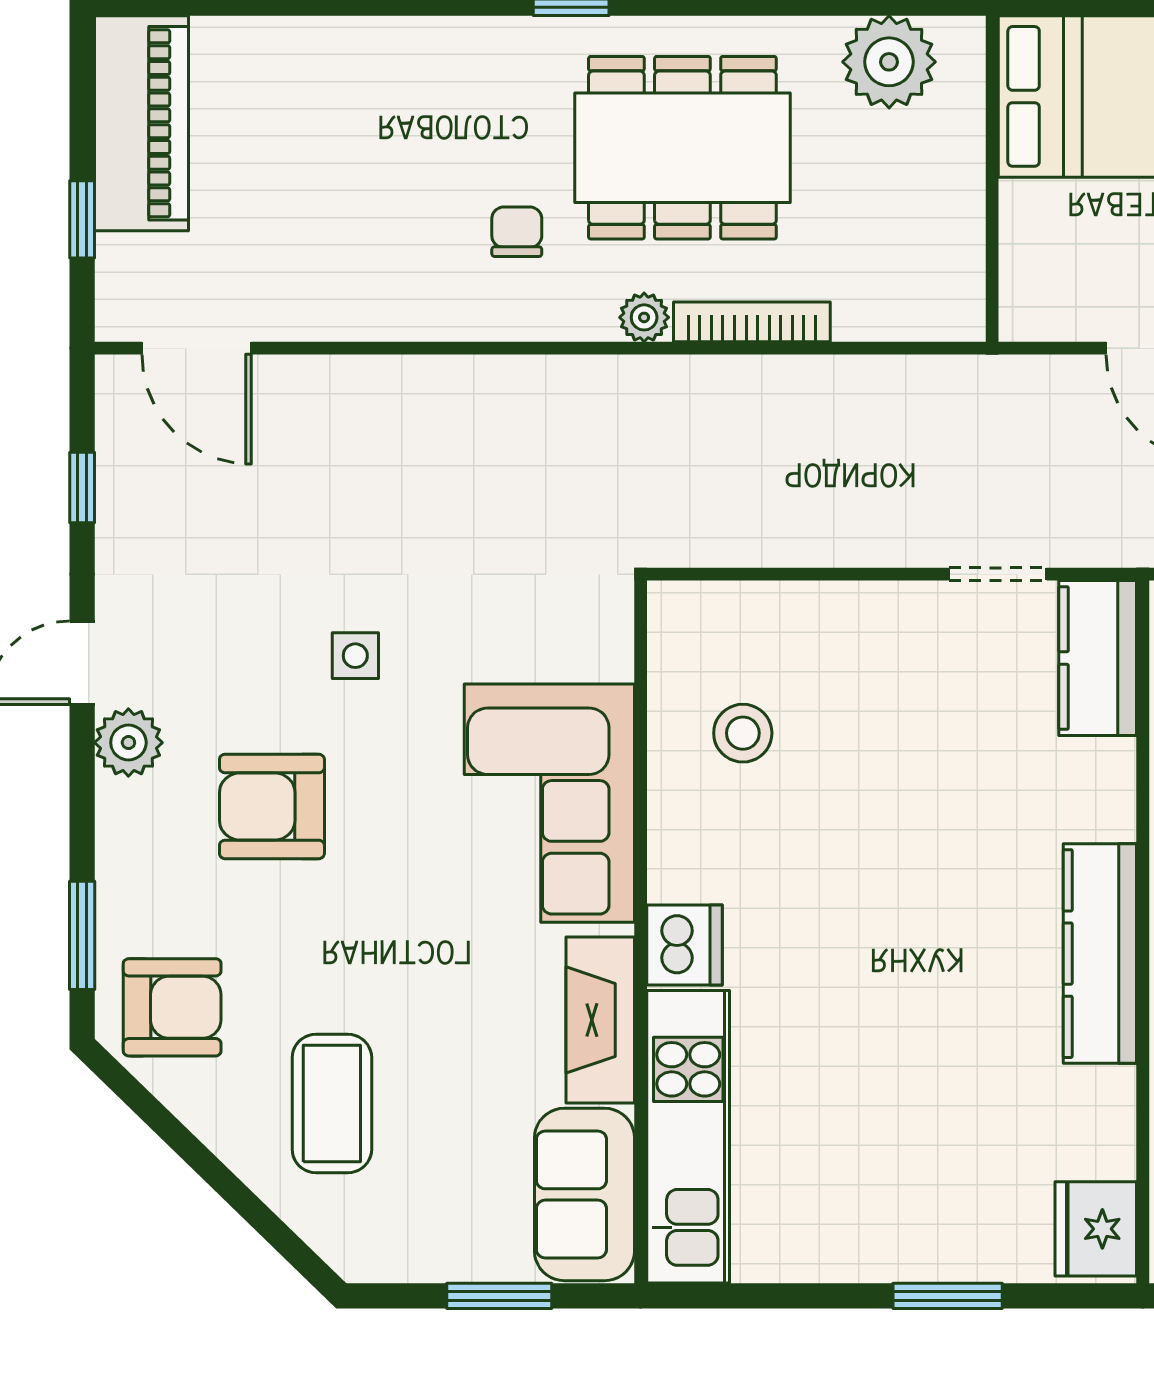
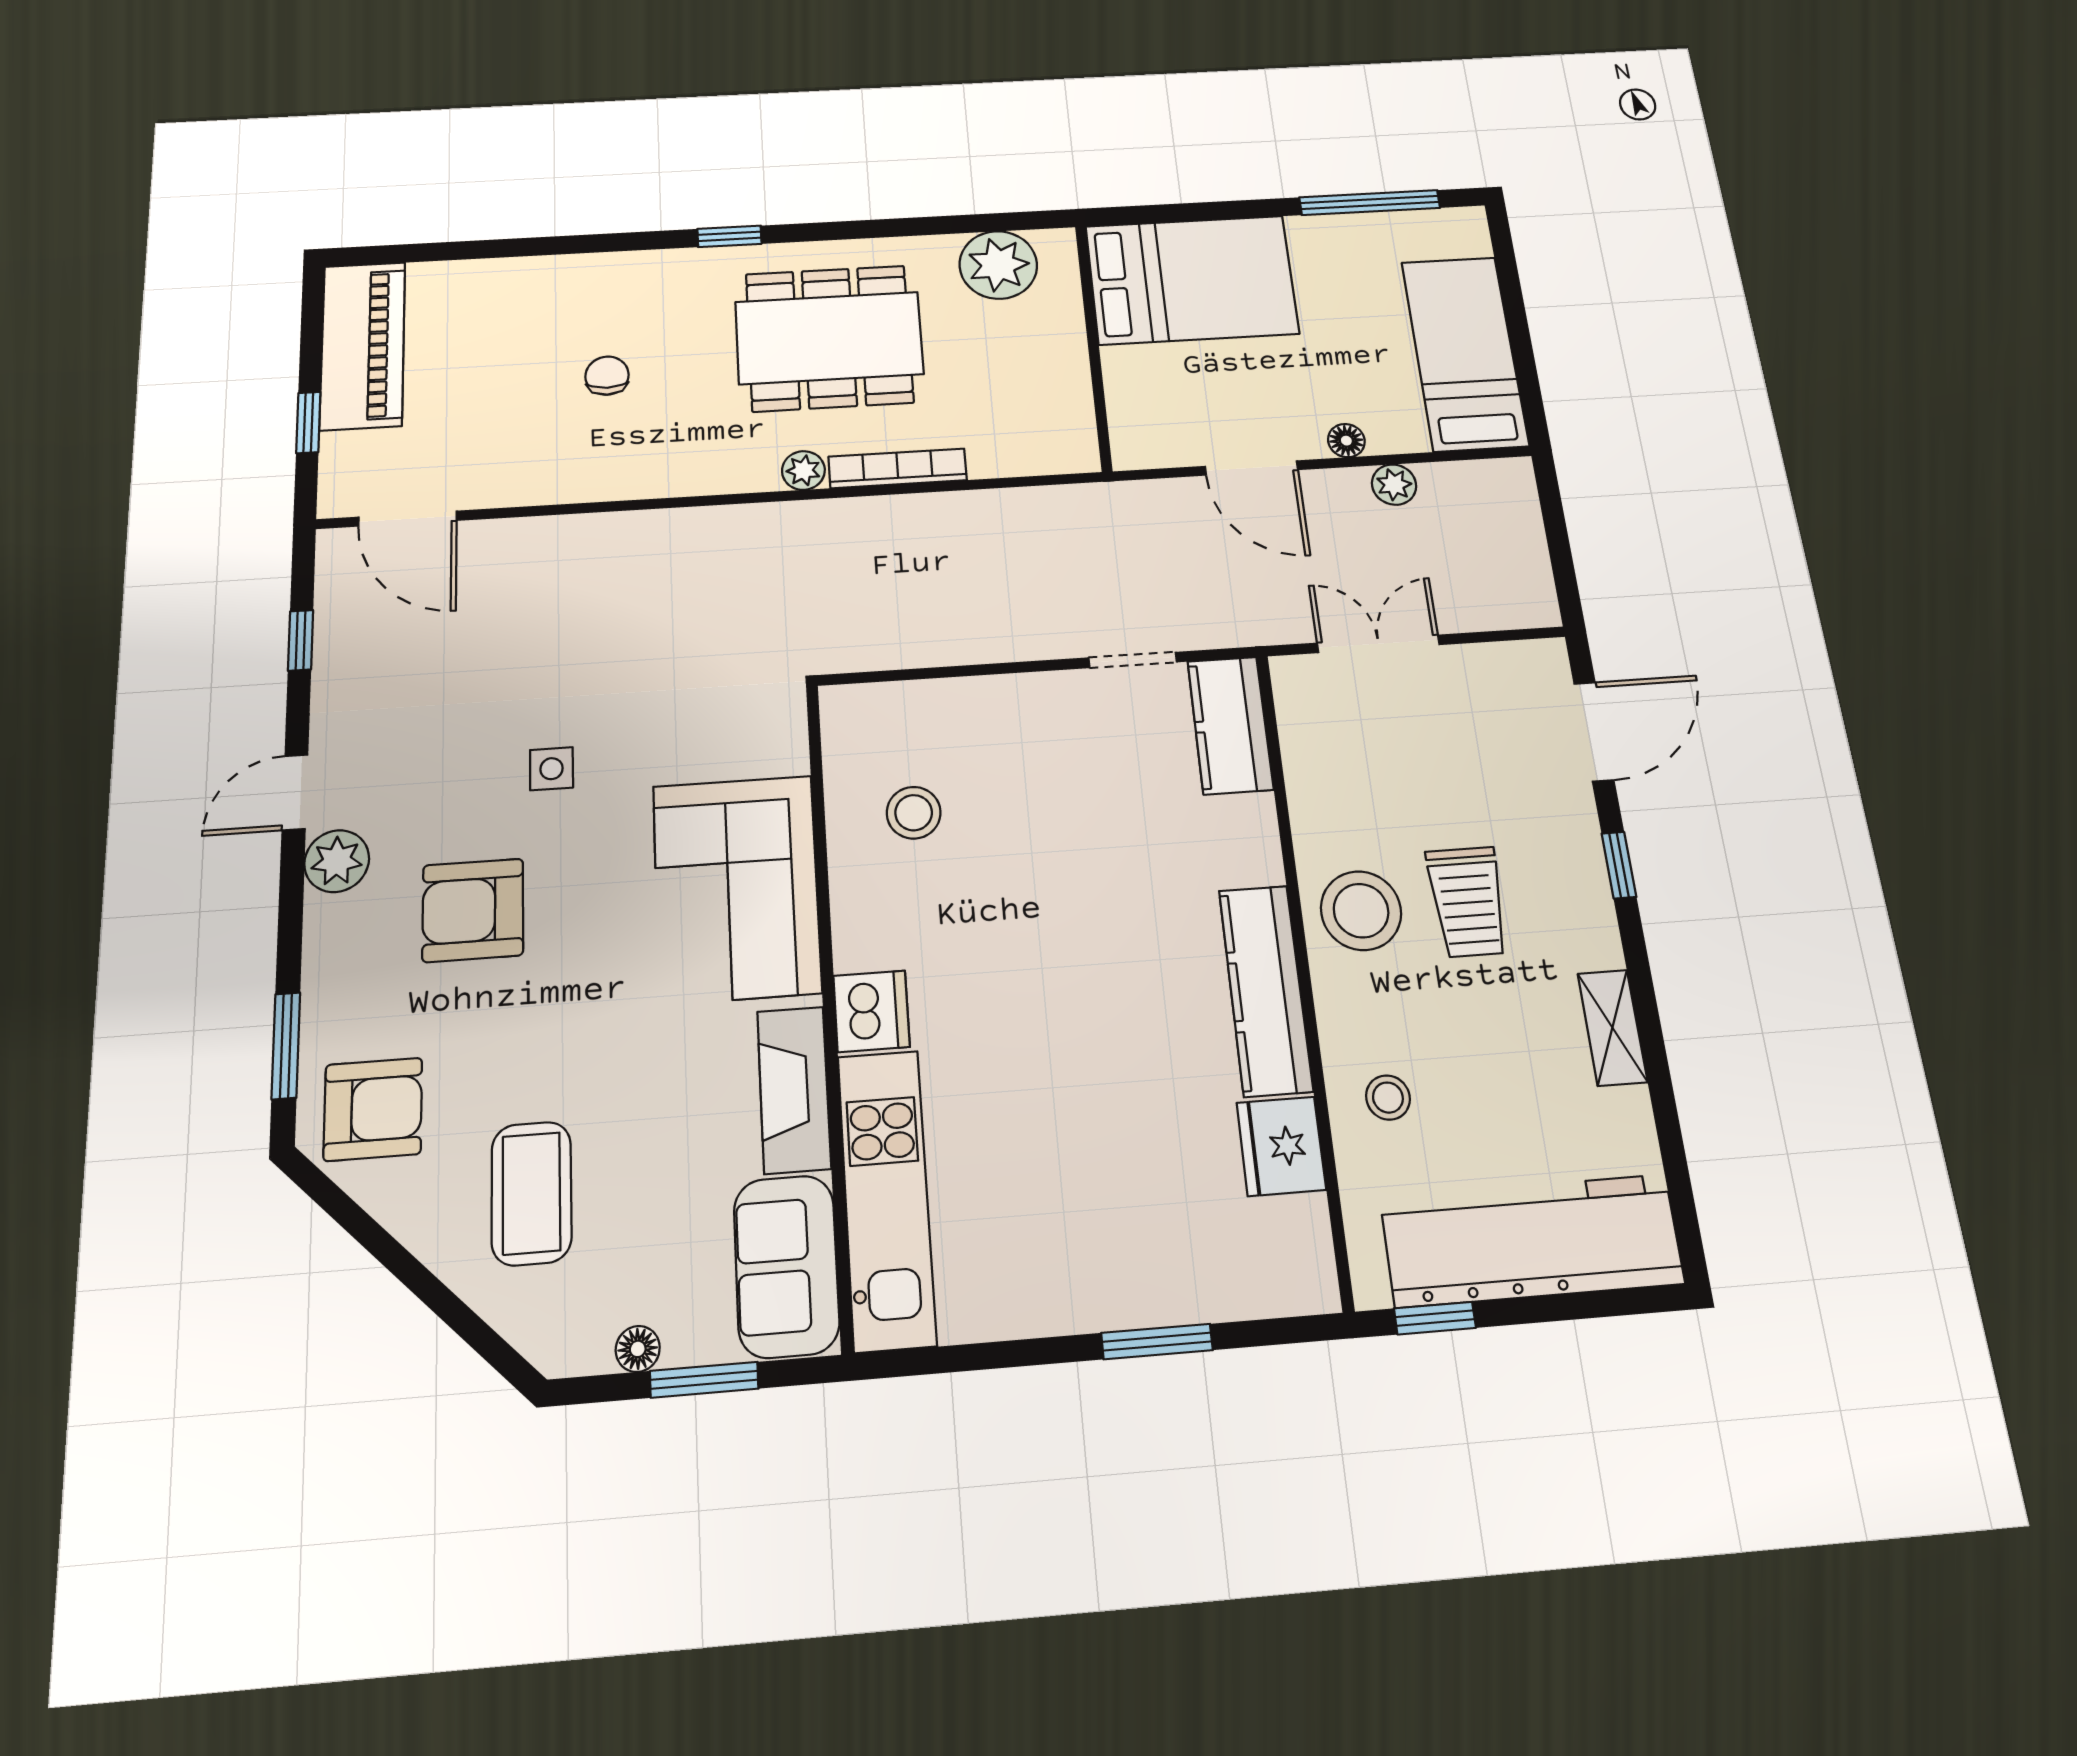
chair: (517, 232) -> (607, 376), moved
fridge: (1096, 1229) -> (1281, 1146), moved
floor lamp: (435, 1262) -> (638, 1349), added

